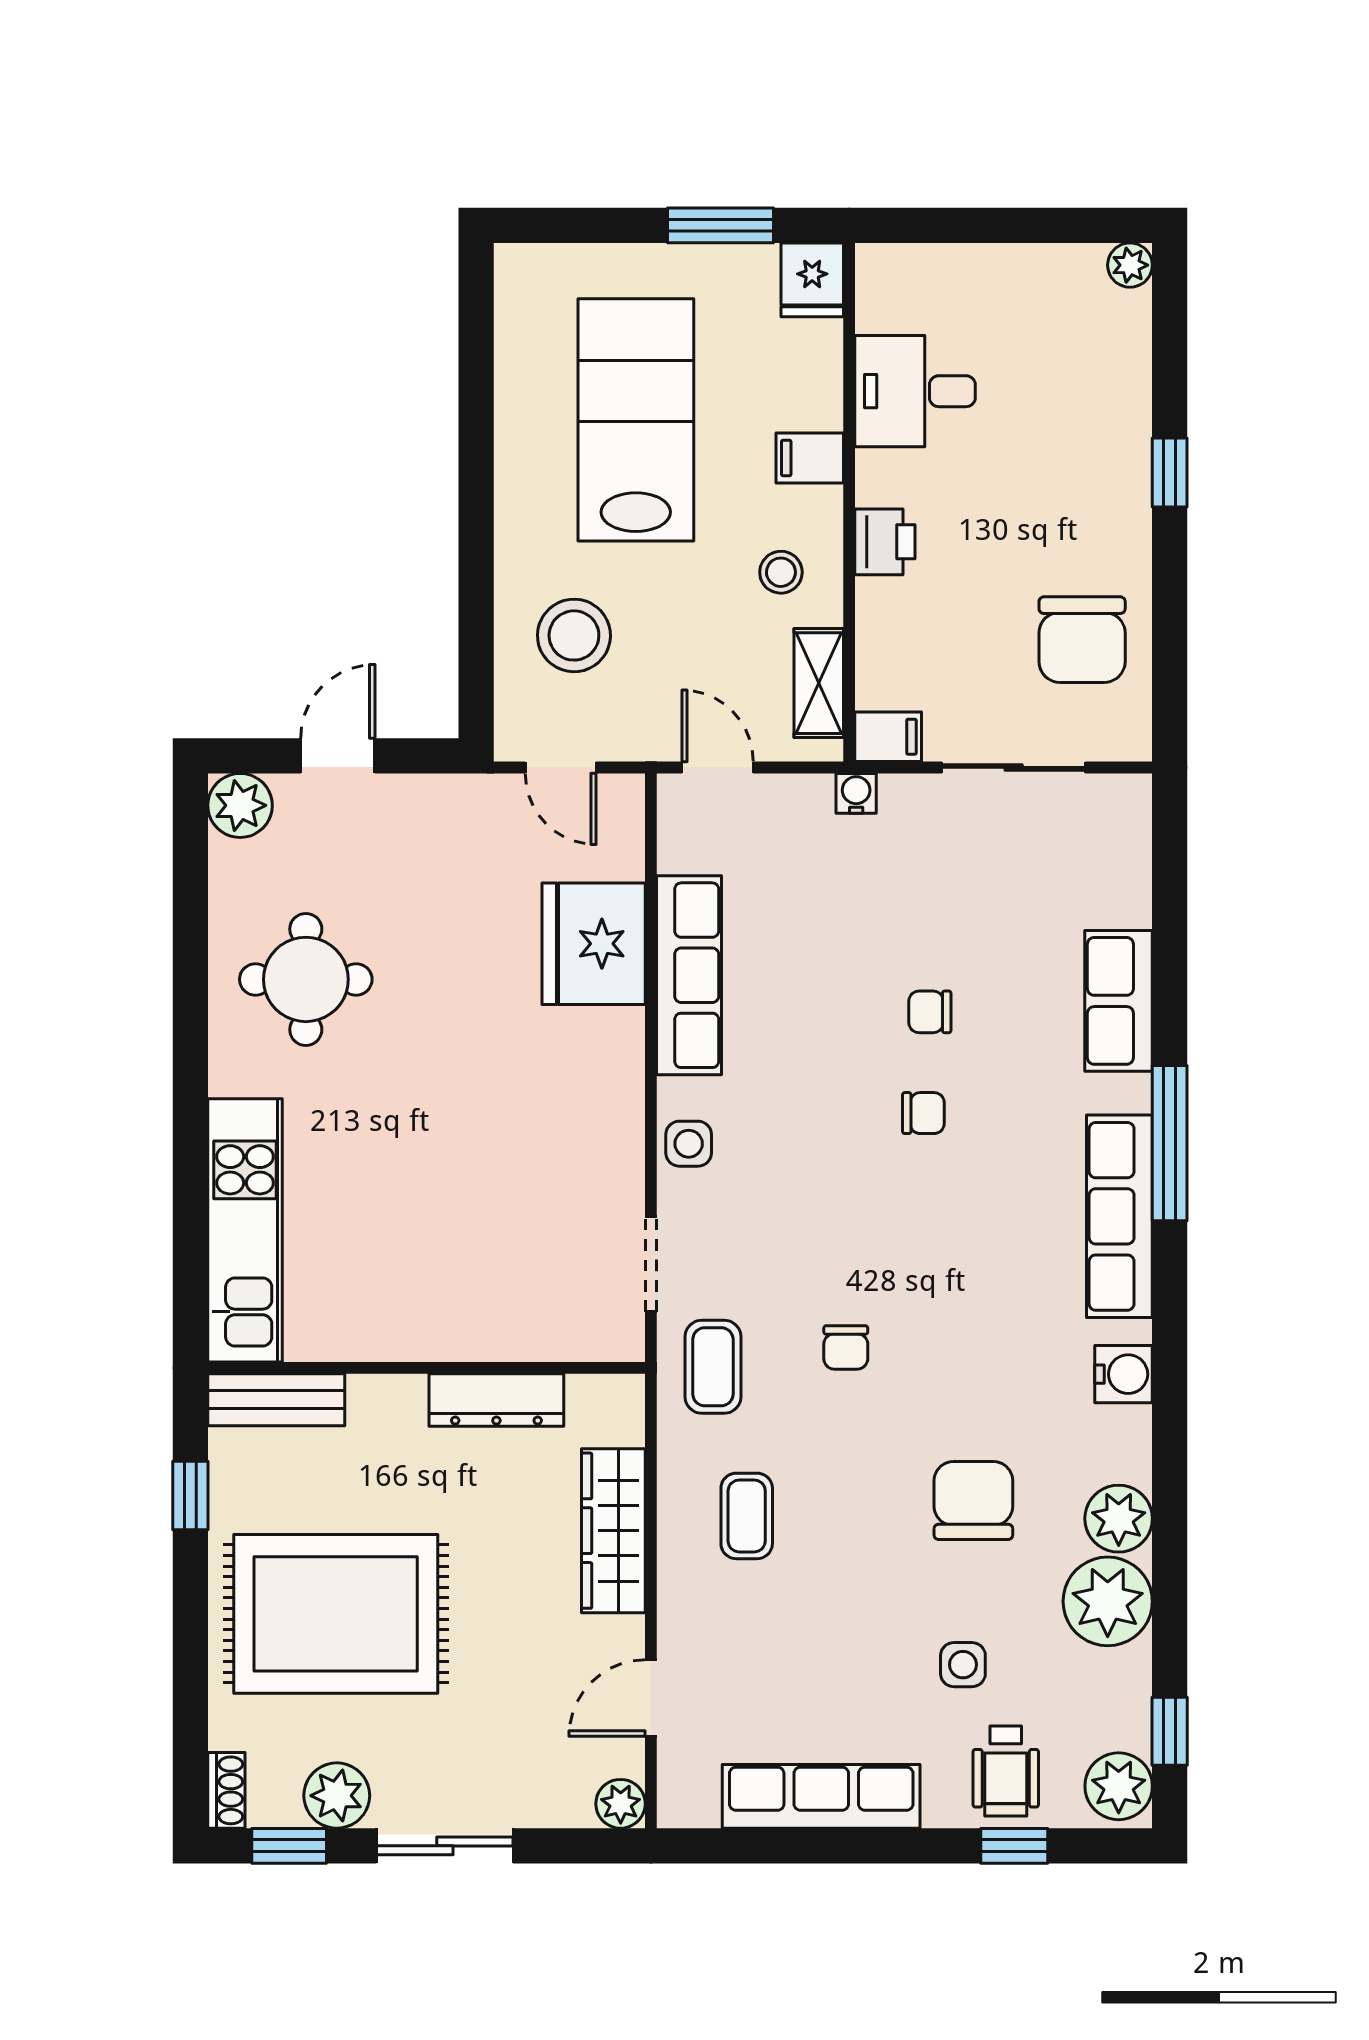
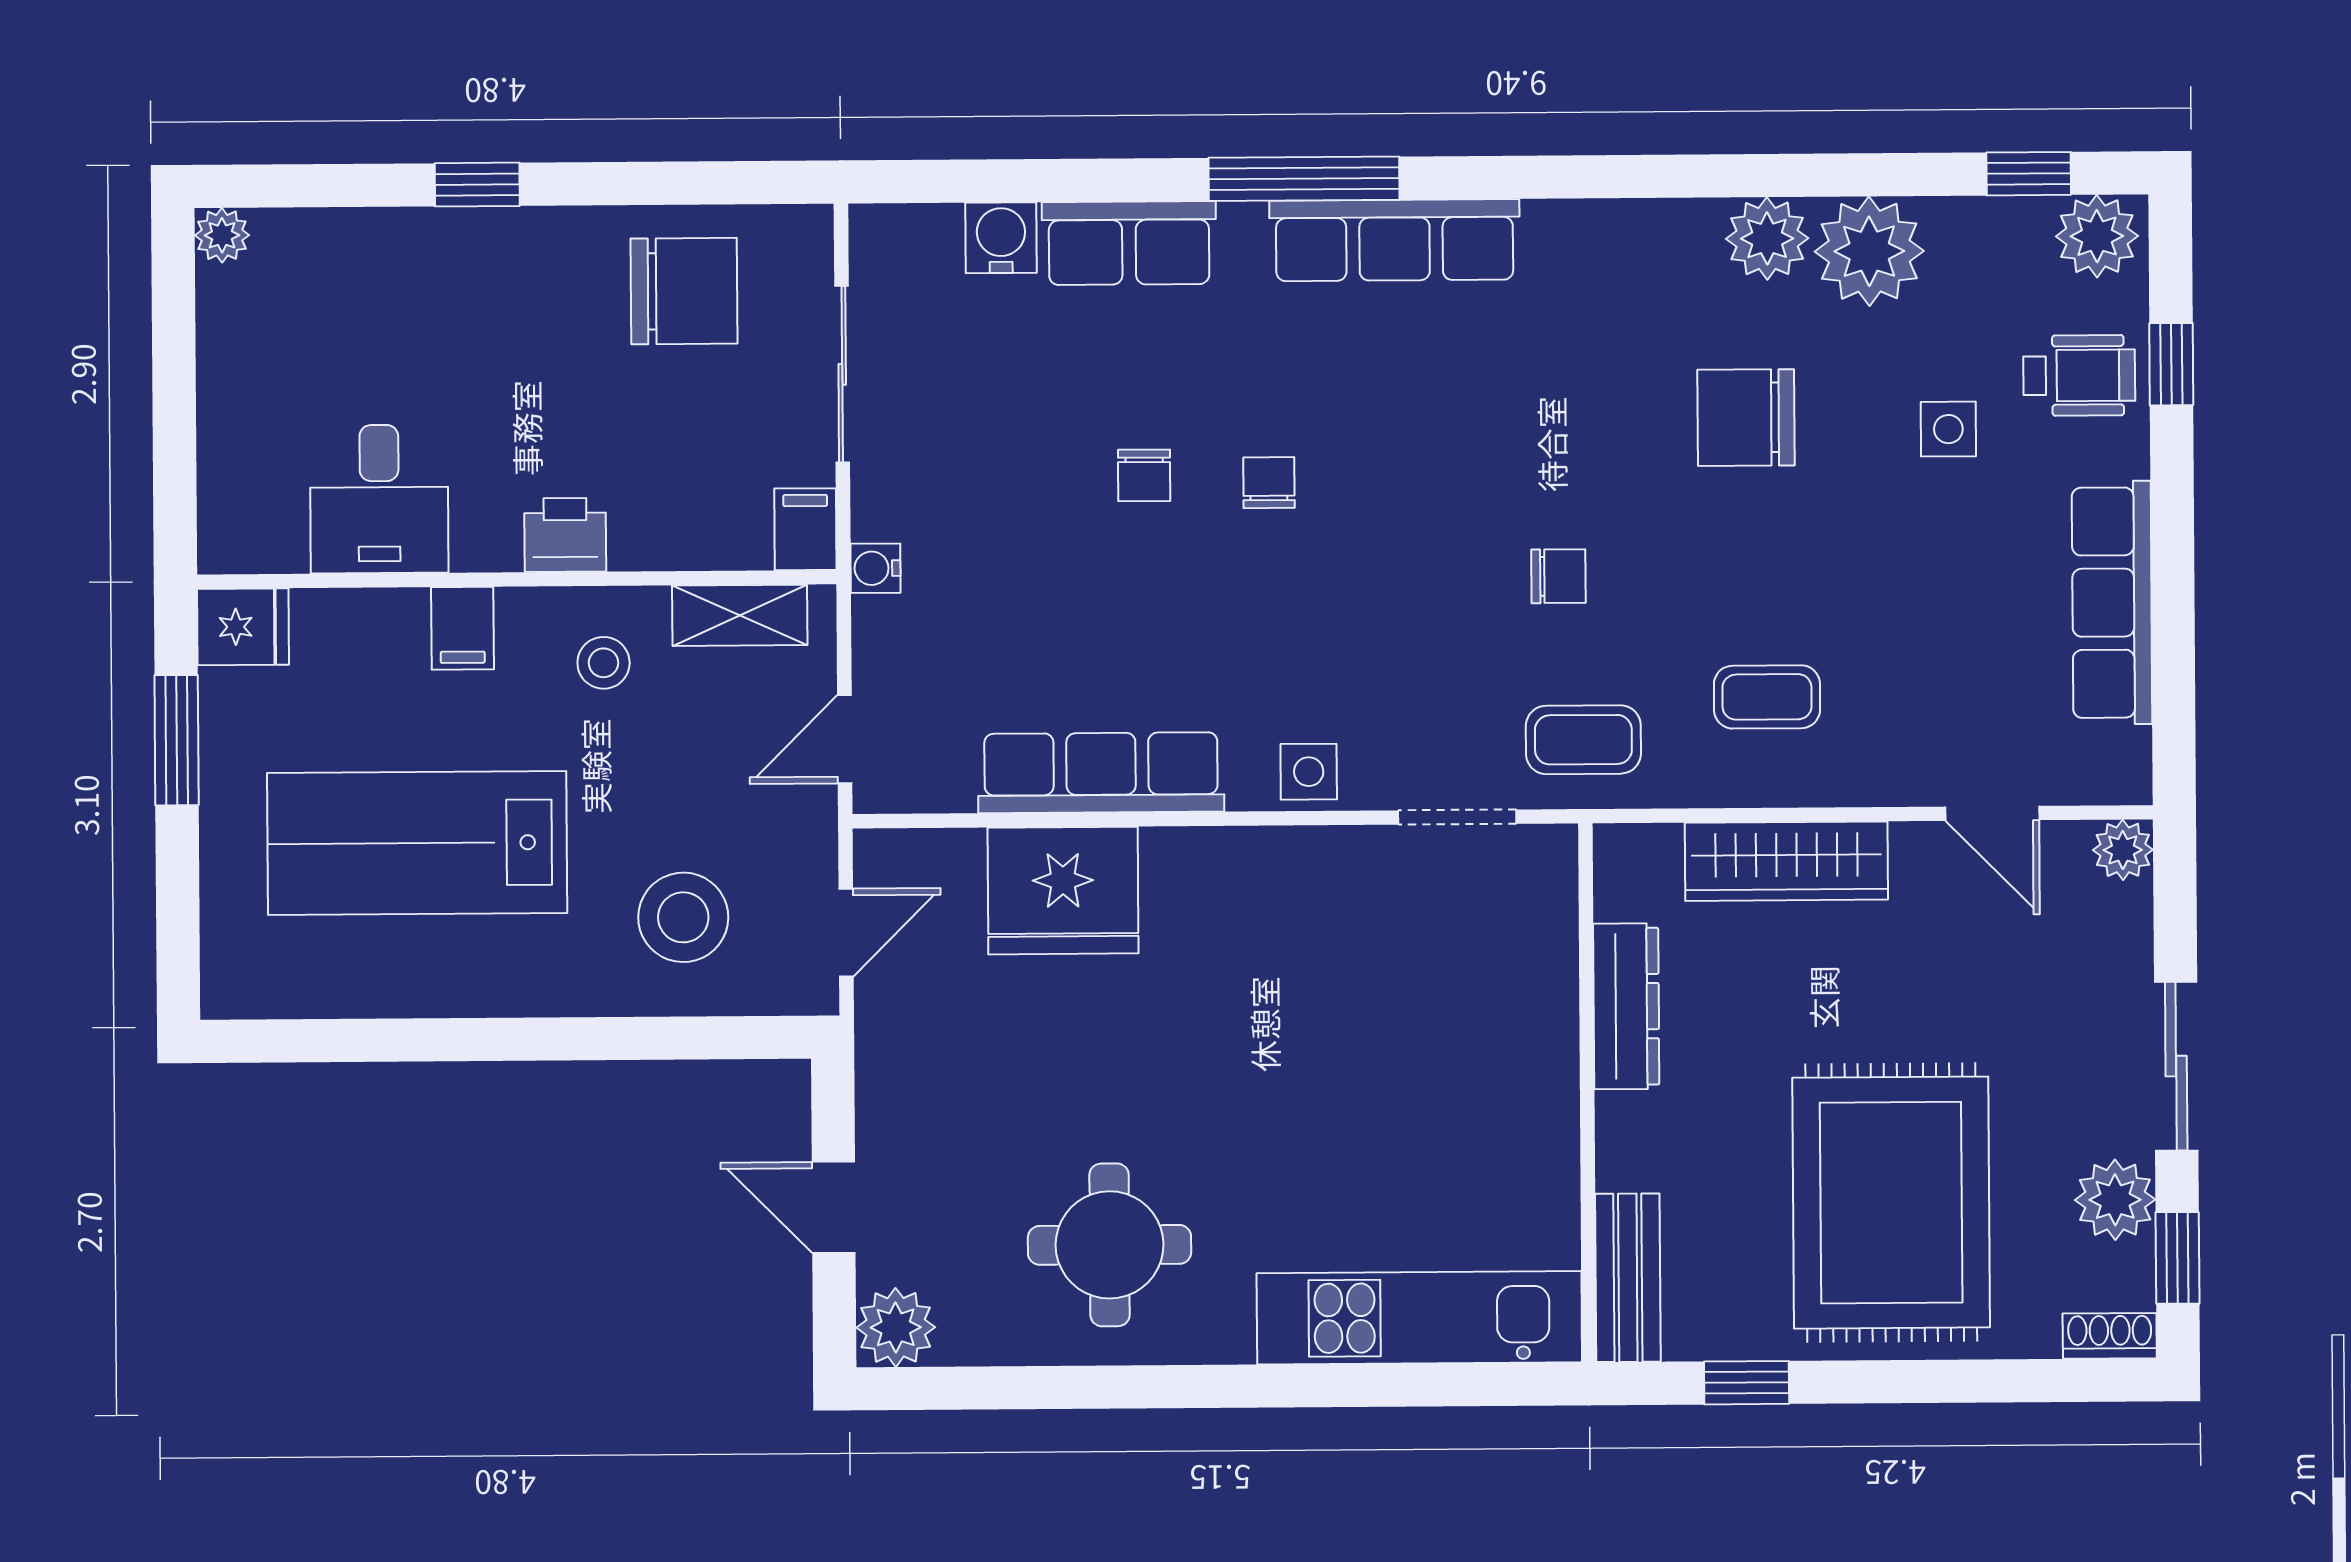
water cooler: (1124, 1374) -> (1001, 238), moved

